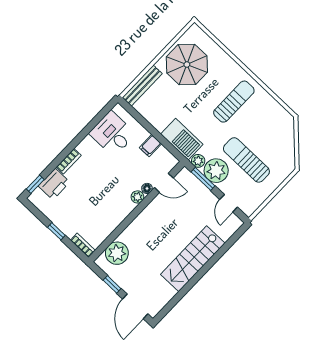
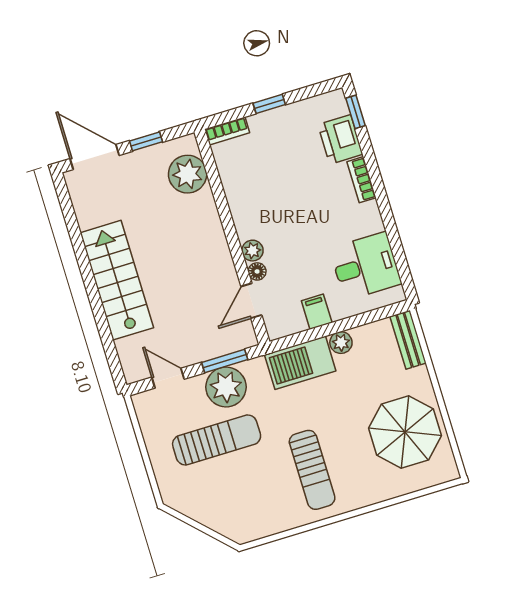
bench: (142, 86) -> (408, 340), width x0.73
plant: (198, 161) -> (341, 343), moved

